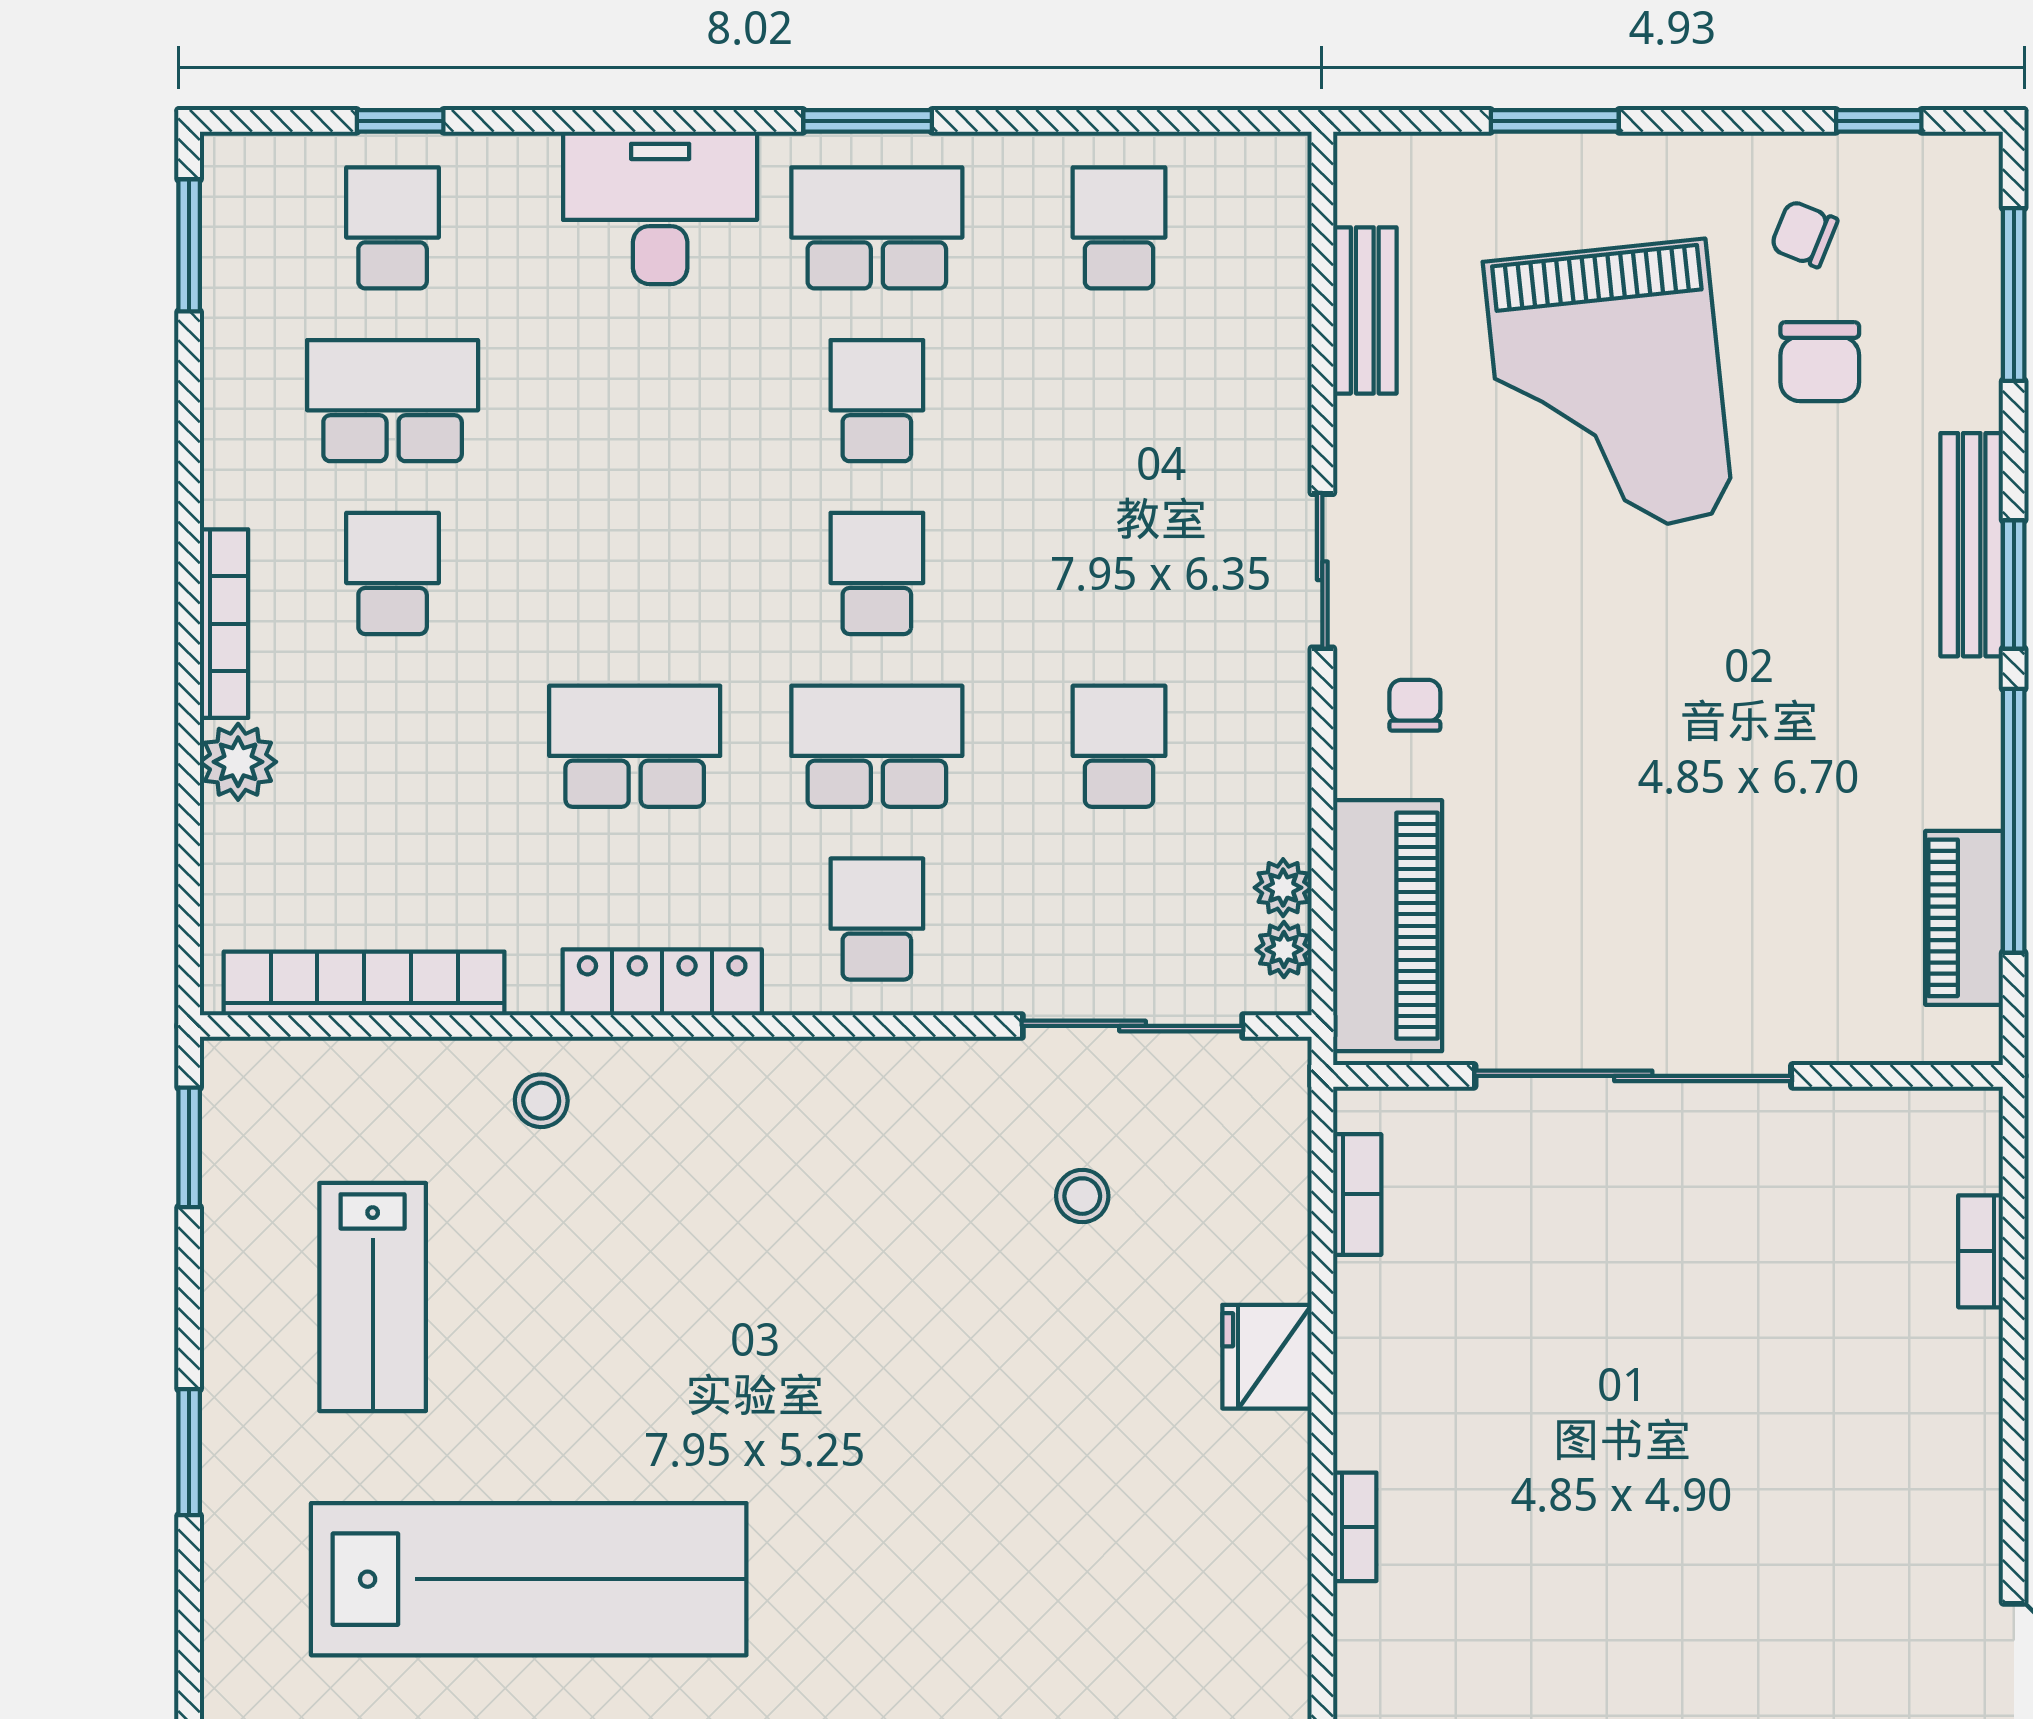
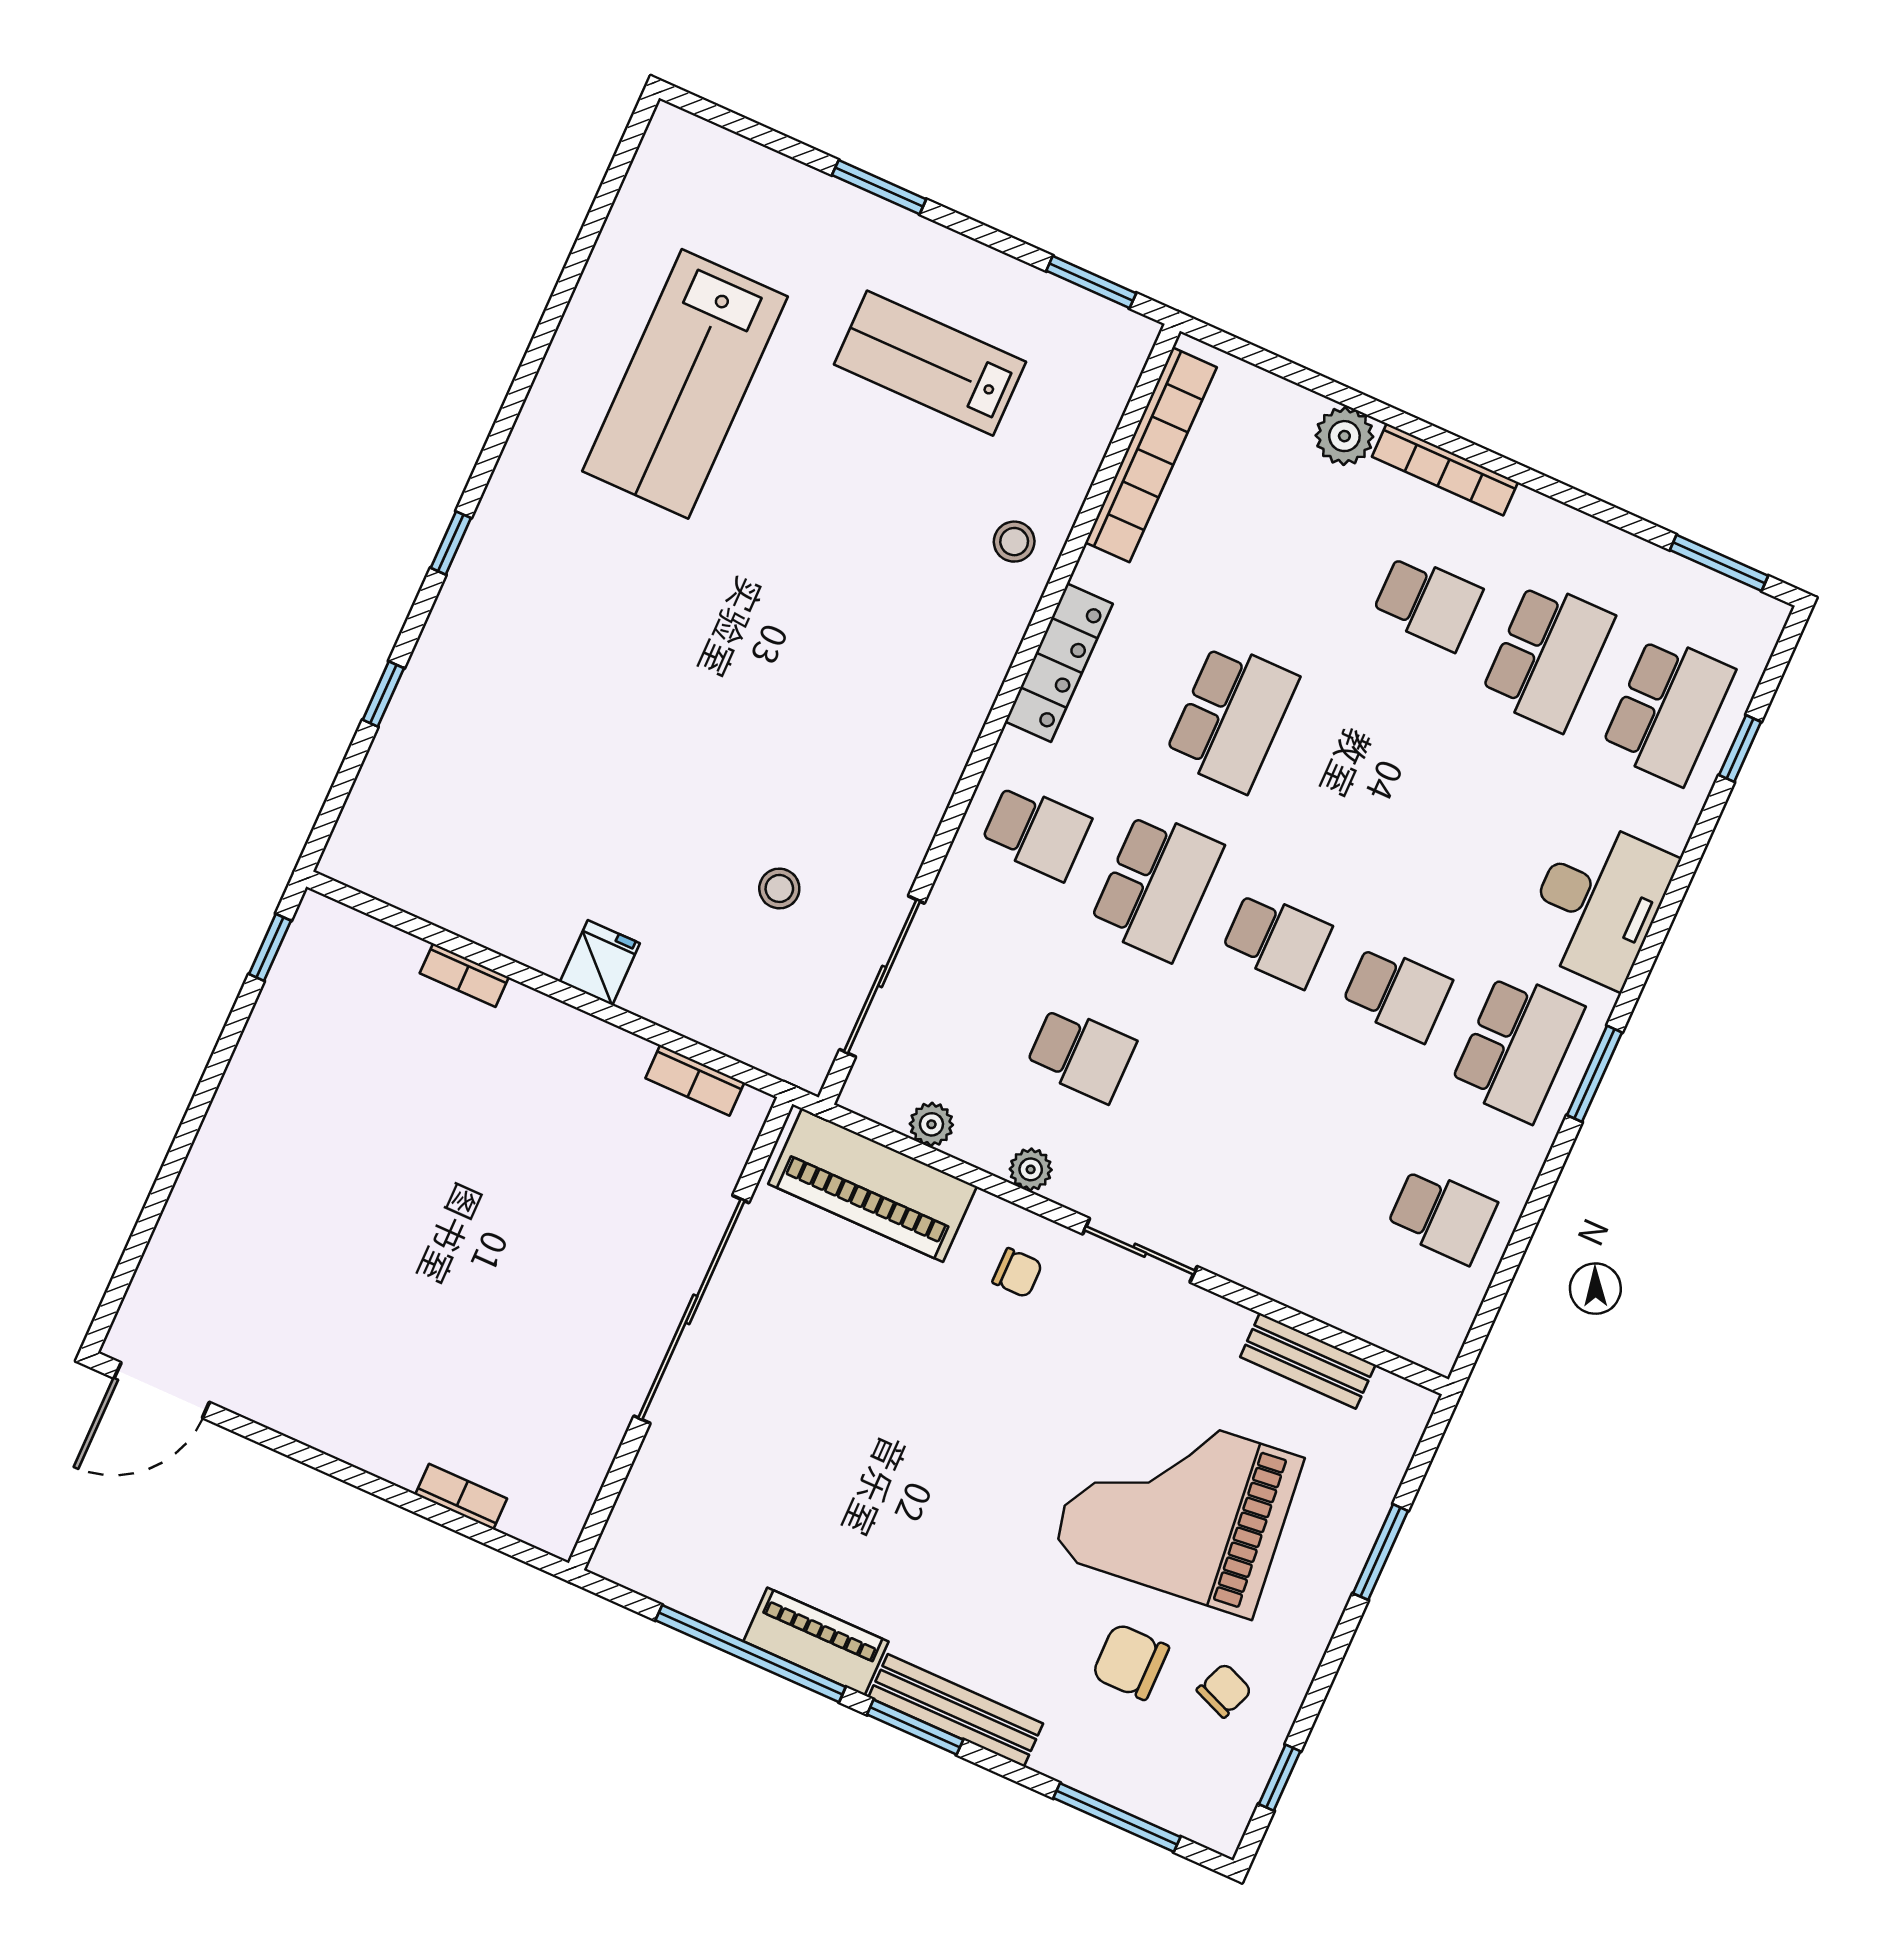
school desk: (393, 228) -> (1668, 710), width x1.85
piano: (1964, 918) -> (816, 1641), moved
plant: (1284, 950) -> (1031, 1169), moved
fridge: (1267, 1357) -> (600, 963), width x0.72
lab bench: (529, 1579) -> (685, 384), width x0.73

